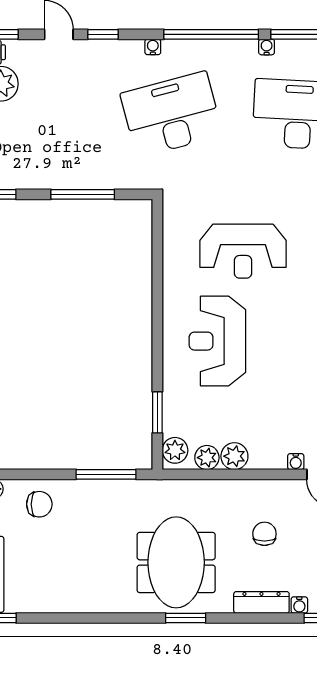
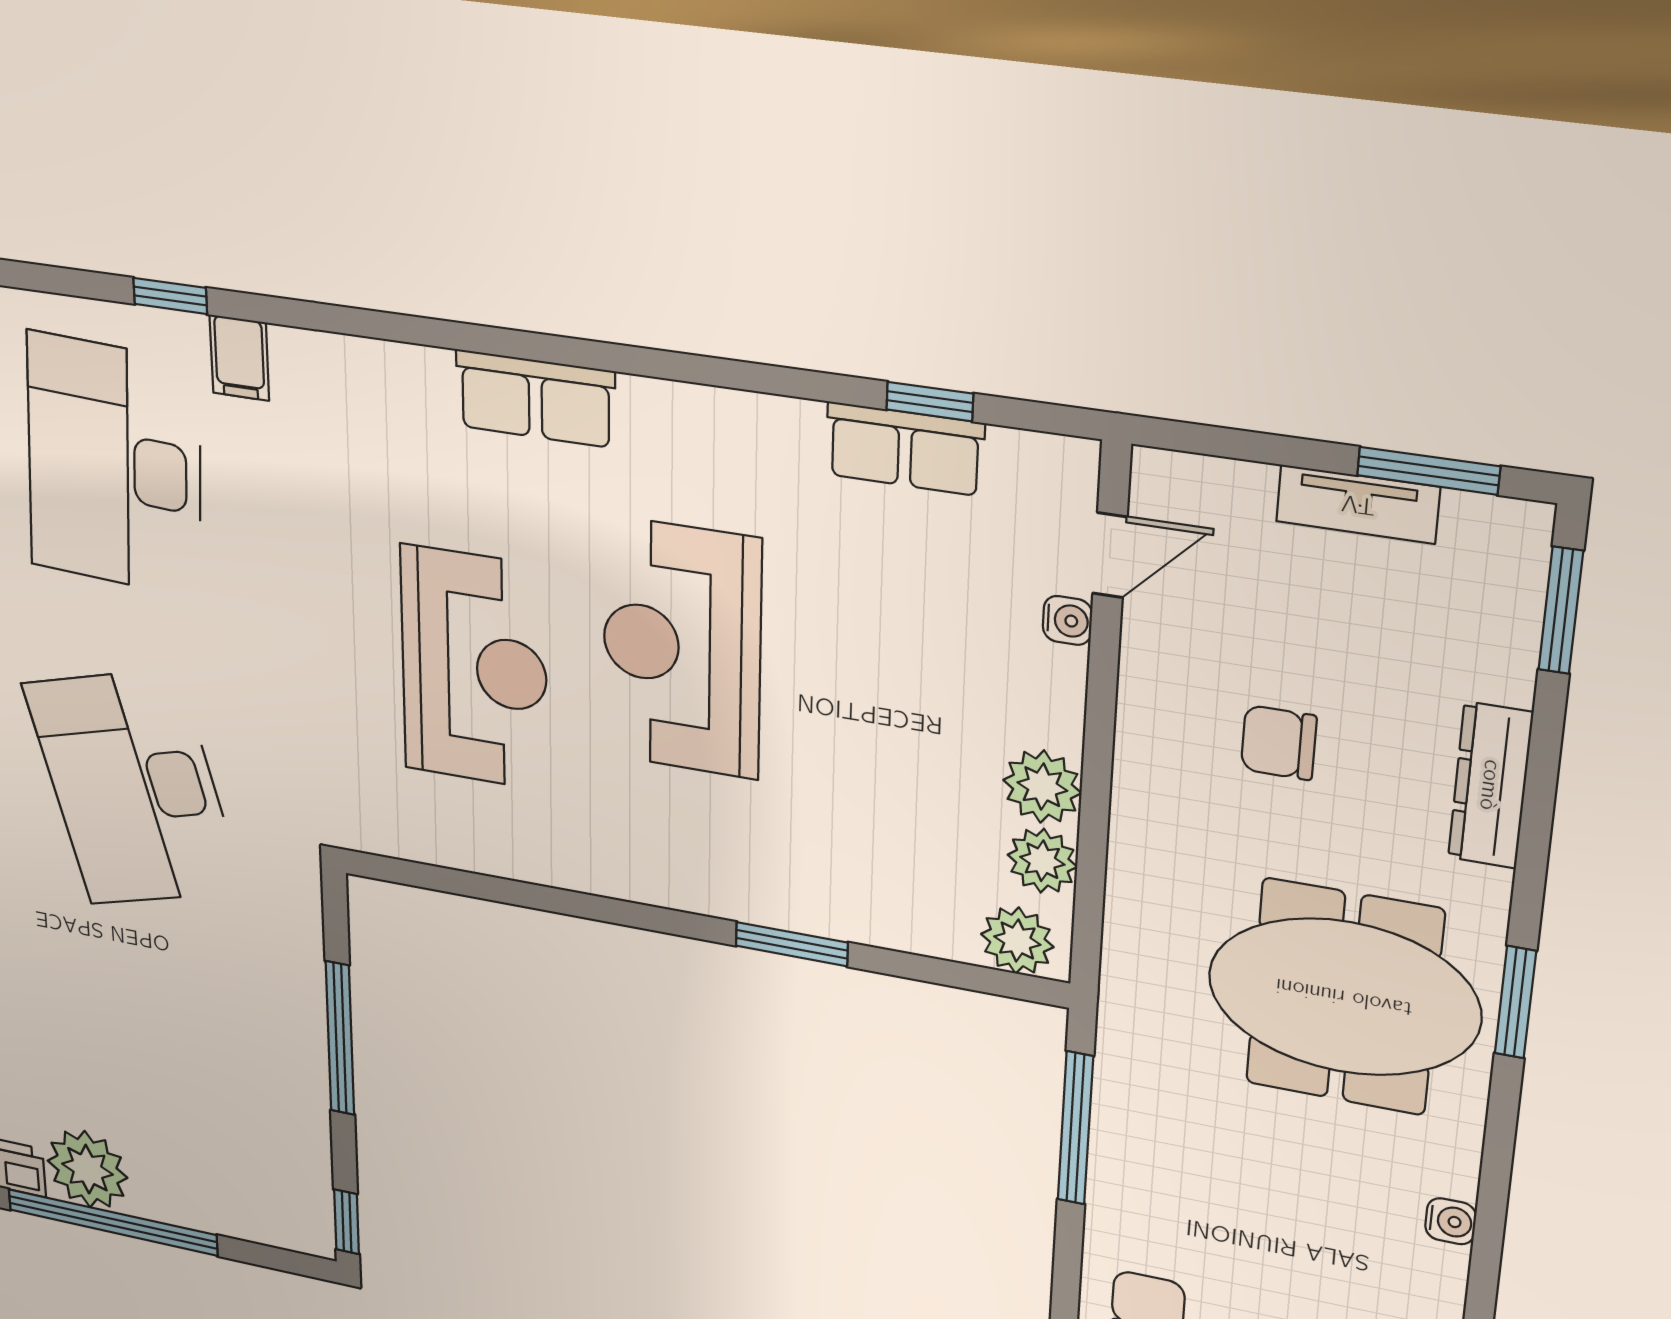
reception desk: (217, 341) -> (682, 648), moved, turned 90
window: (157, 412) -> (792, 944), moved
water cooler: (299, 605) -> (1451, 1221), moved

